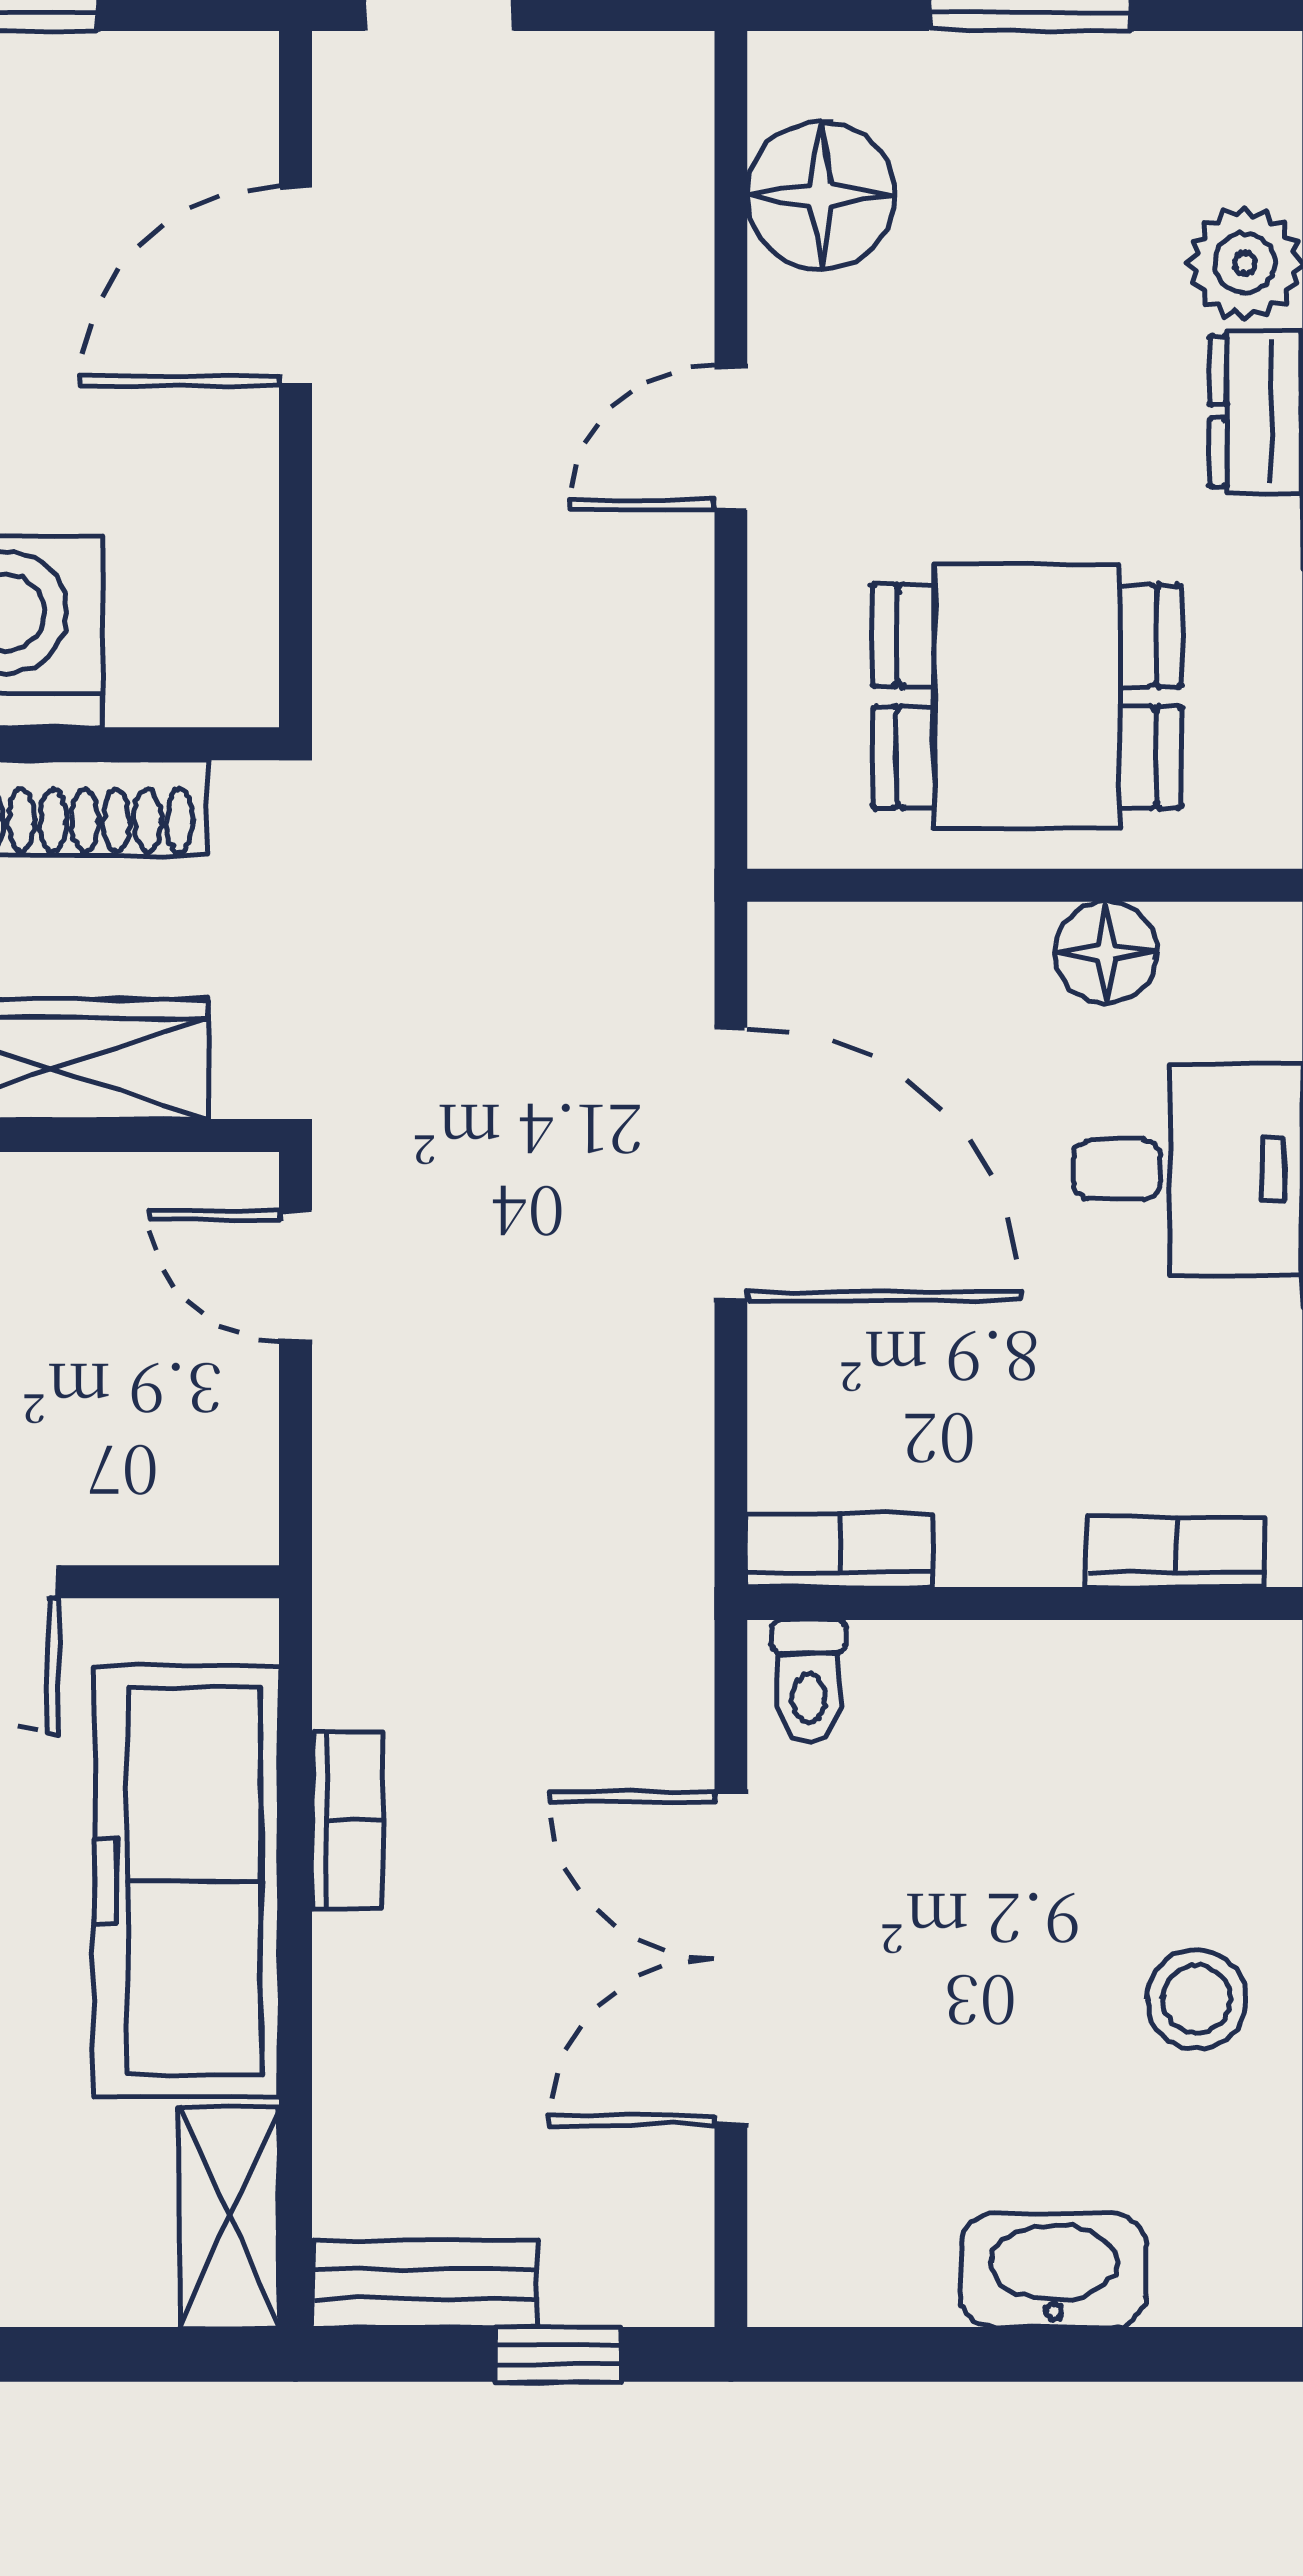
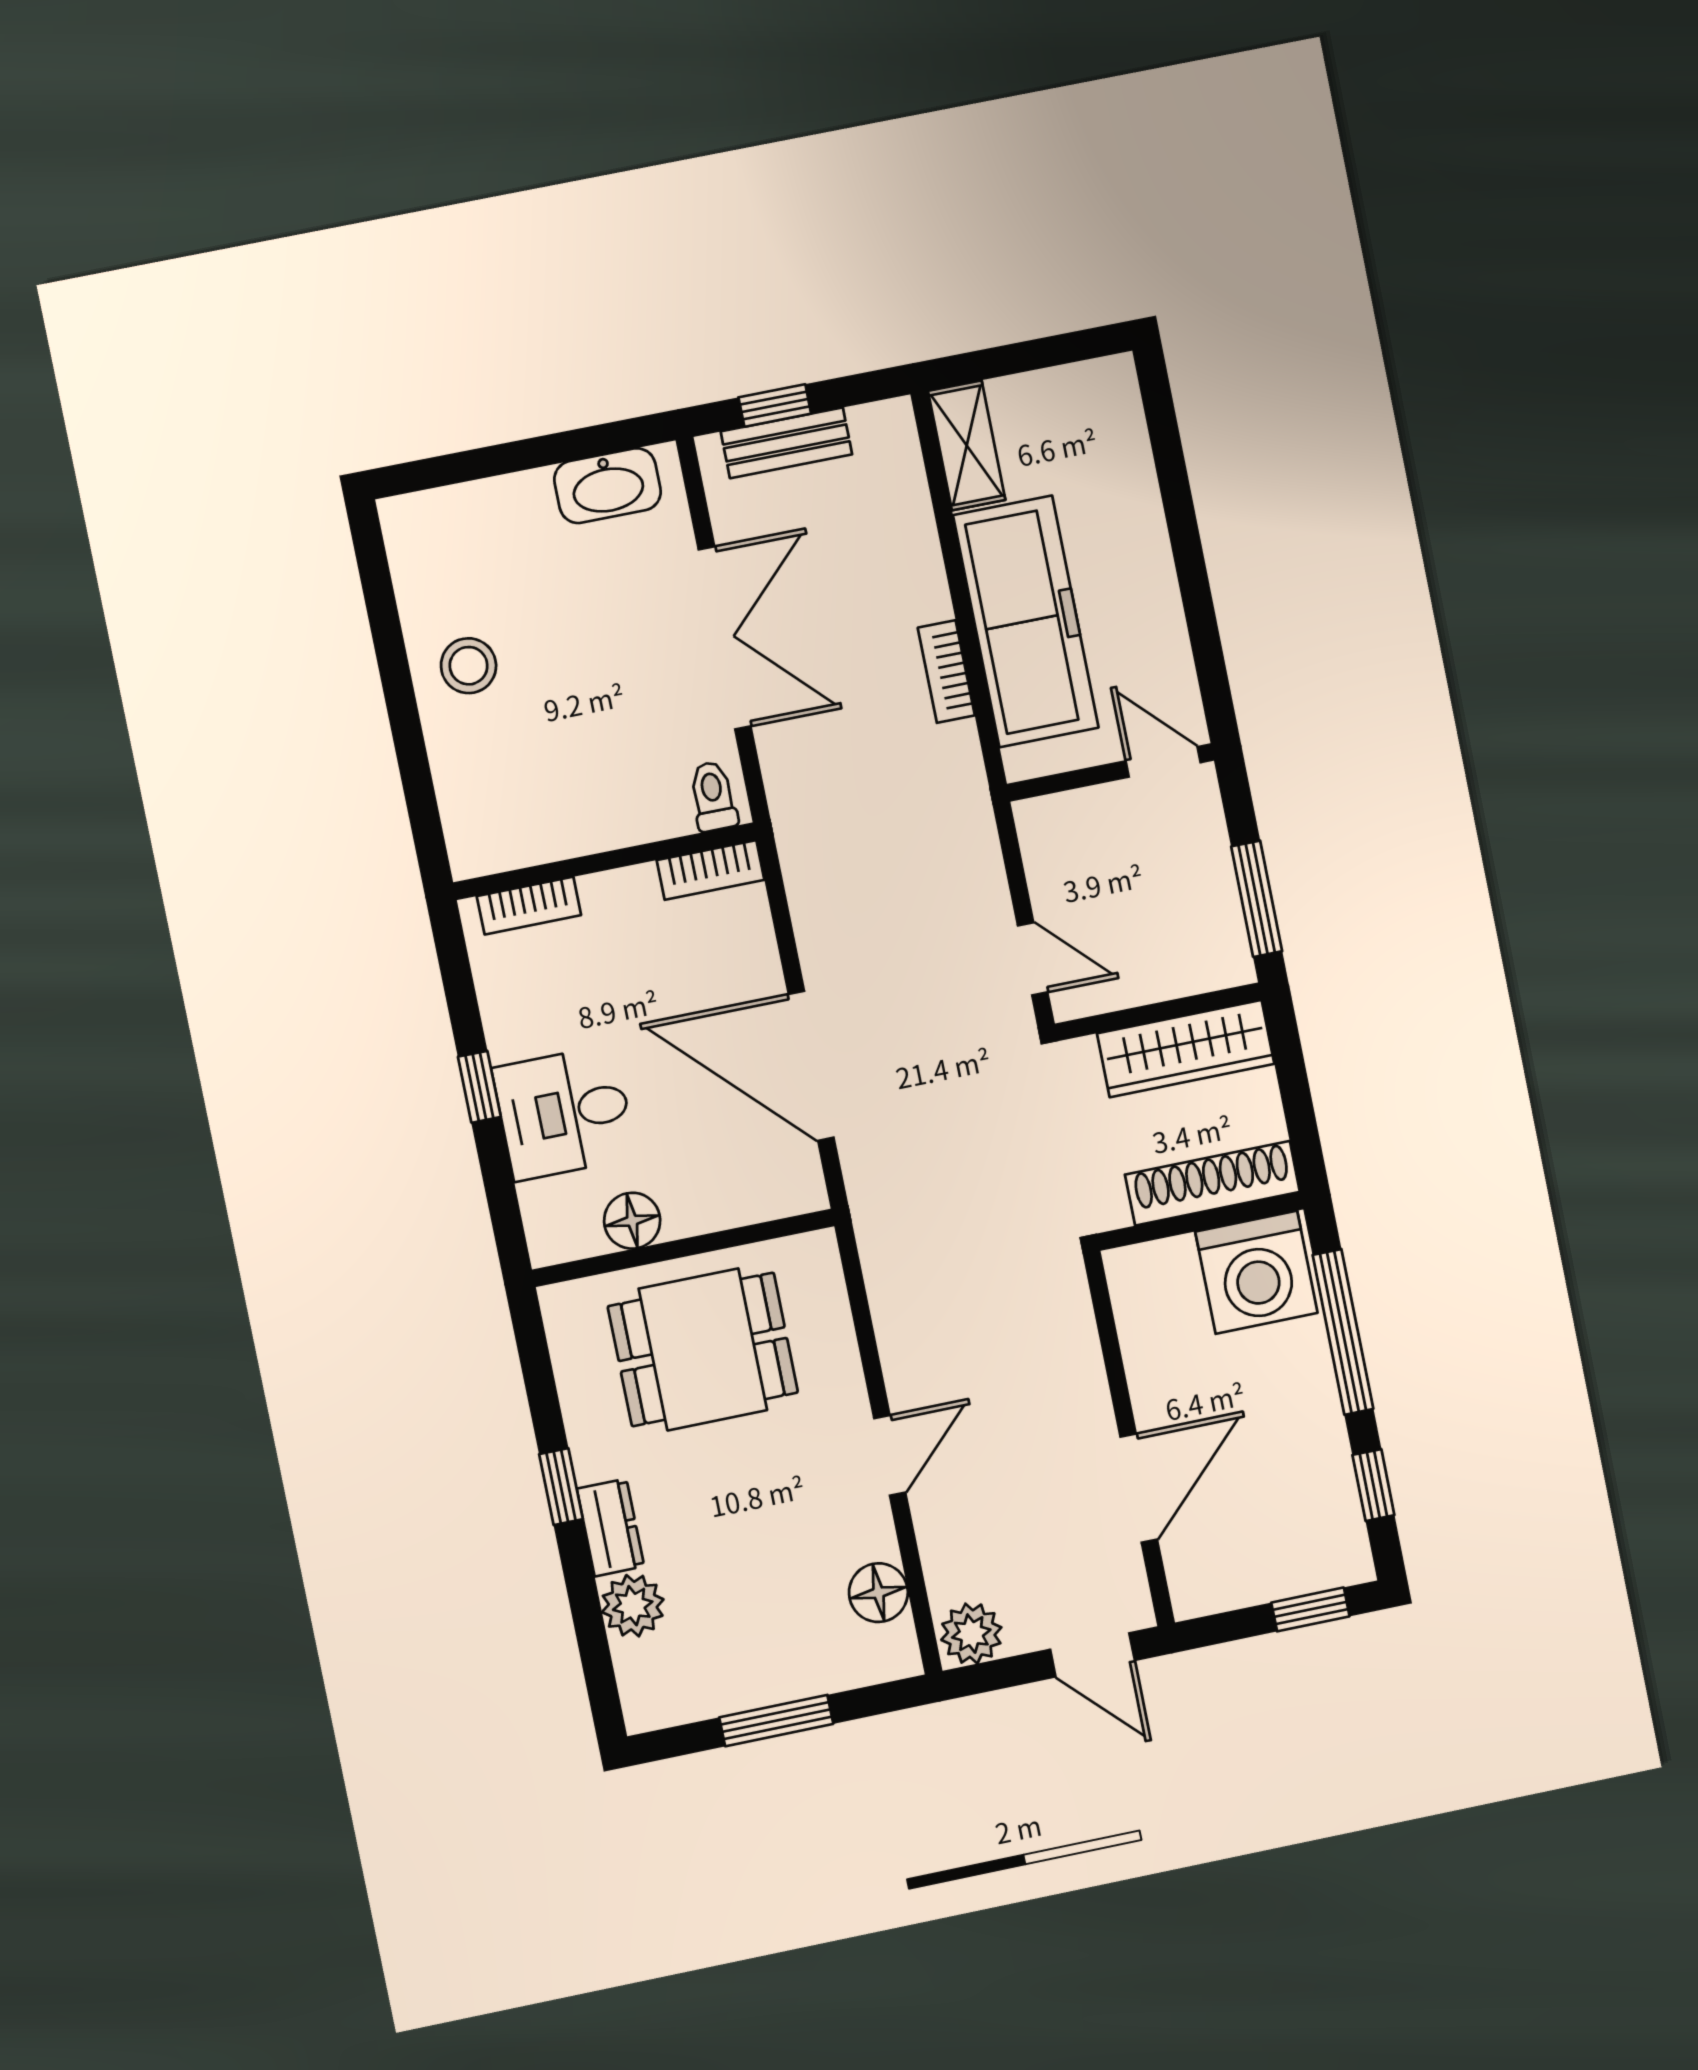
plant: (649, 87) -> (971, 1634), added
floor lamp: (821, 196) -> (878, 1593), width x0.73, depth x0.73
washbasin: (1054, 2270) -> (608, 486), moved
bench: (425, 2284) -> (786, 443), moved

